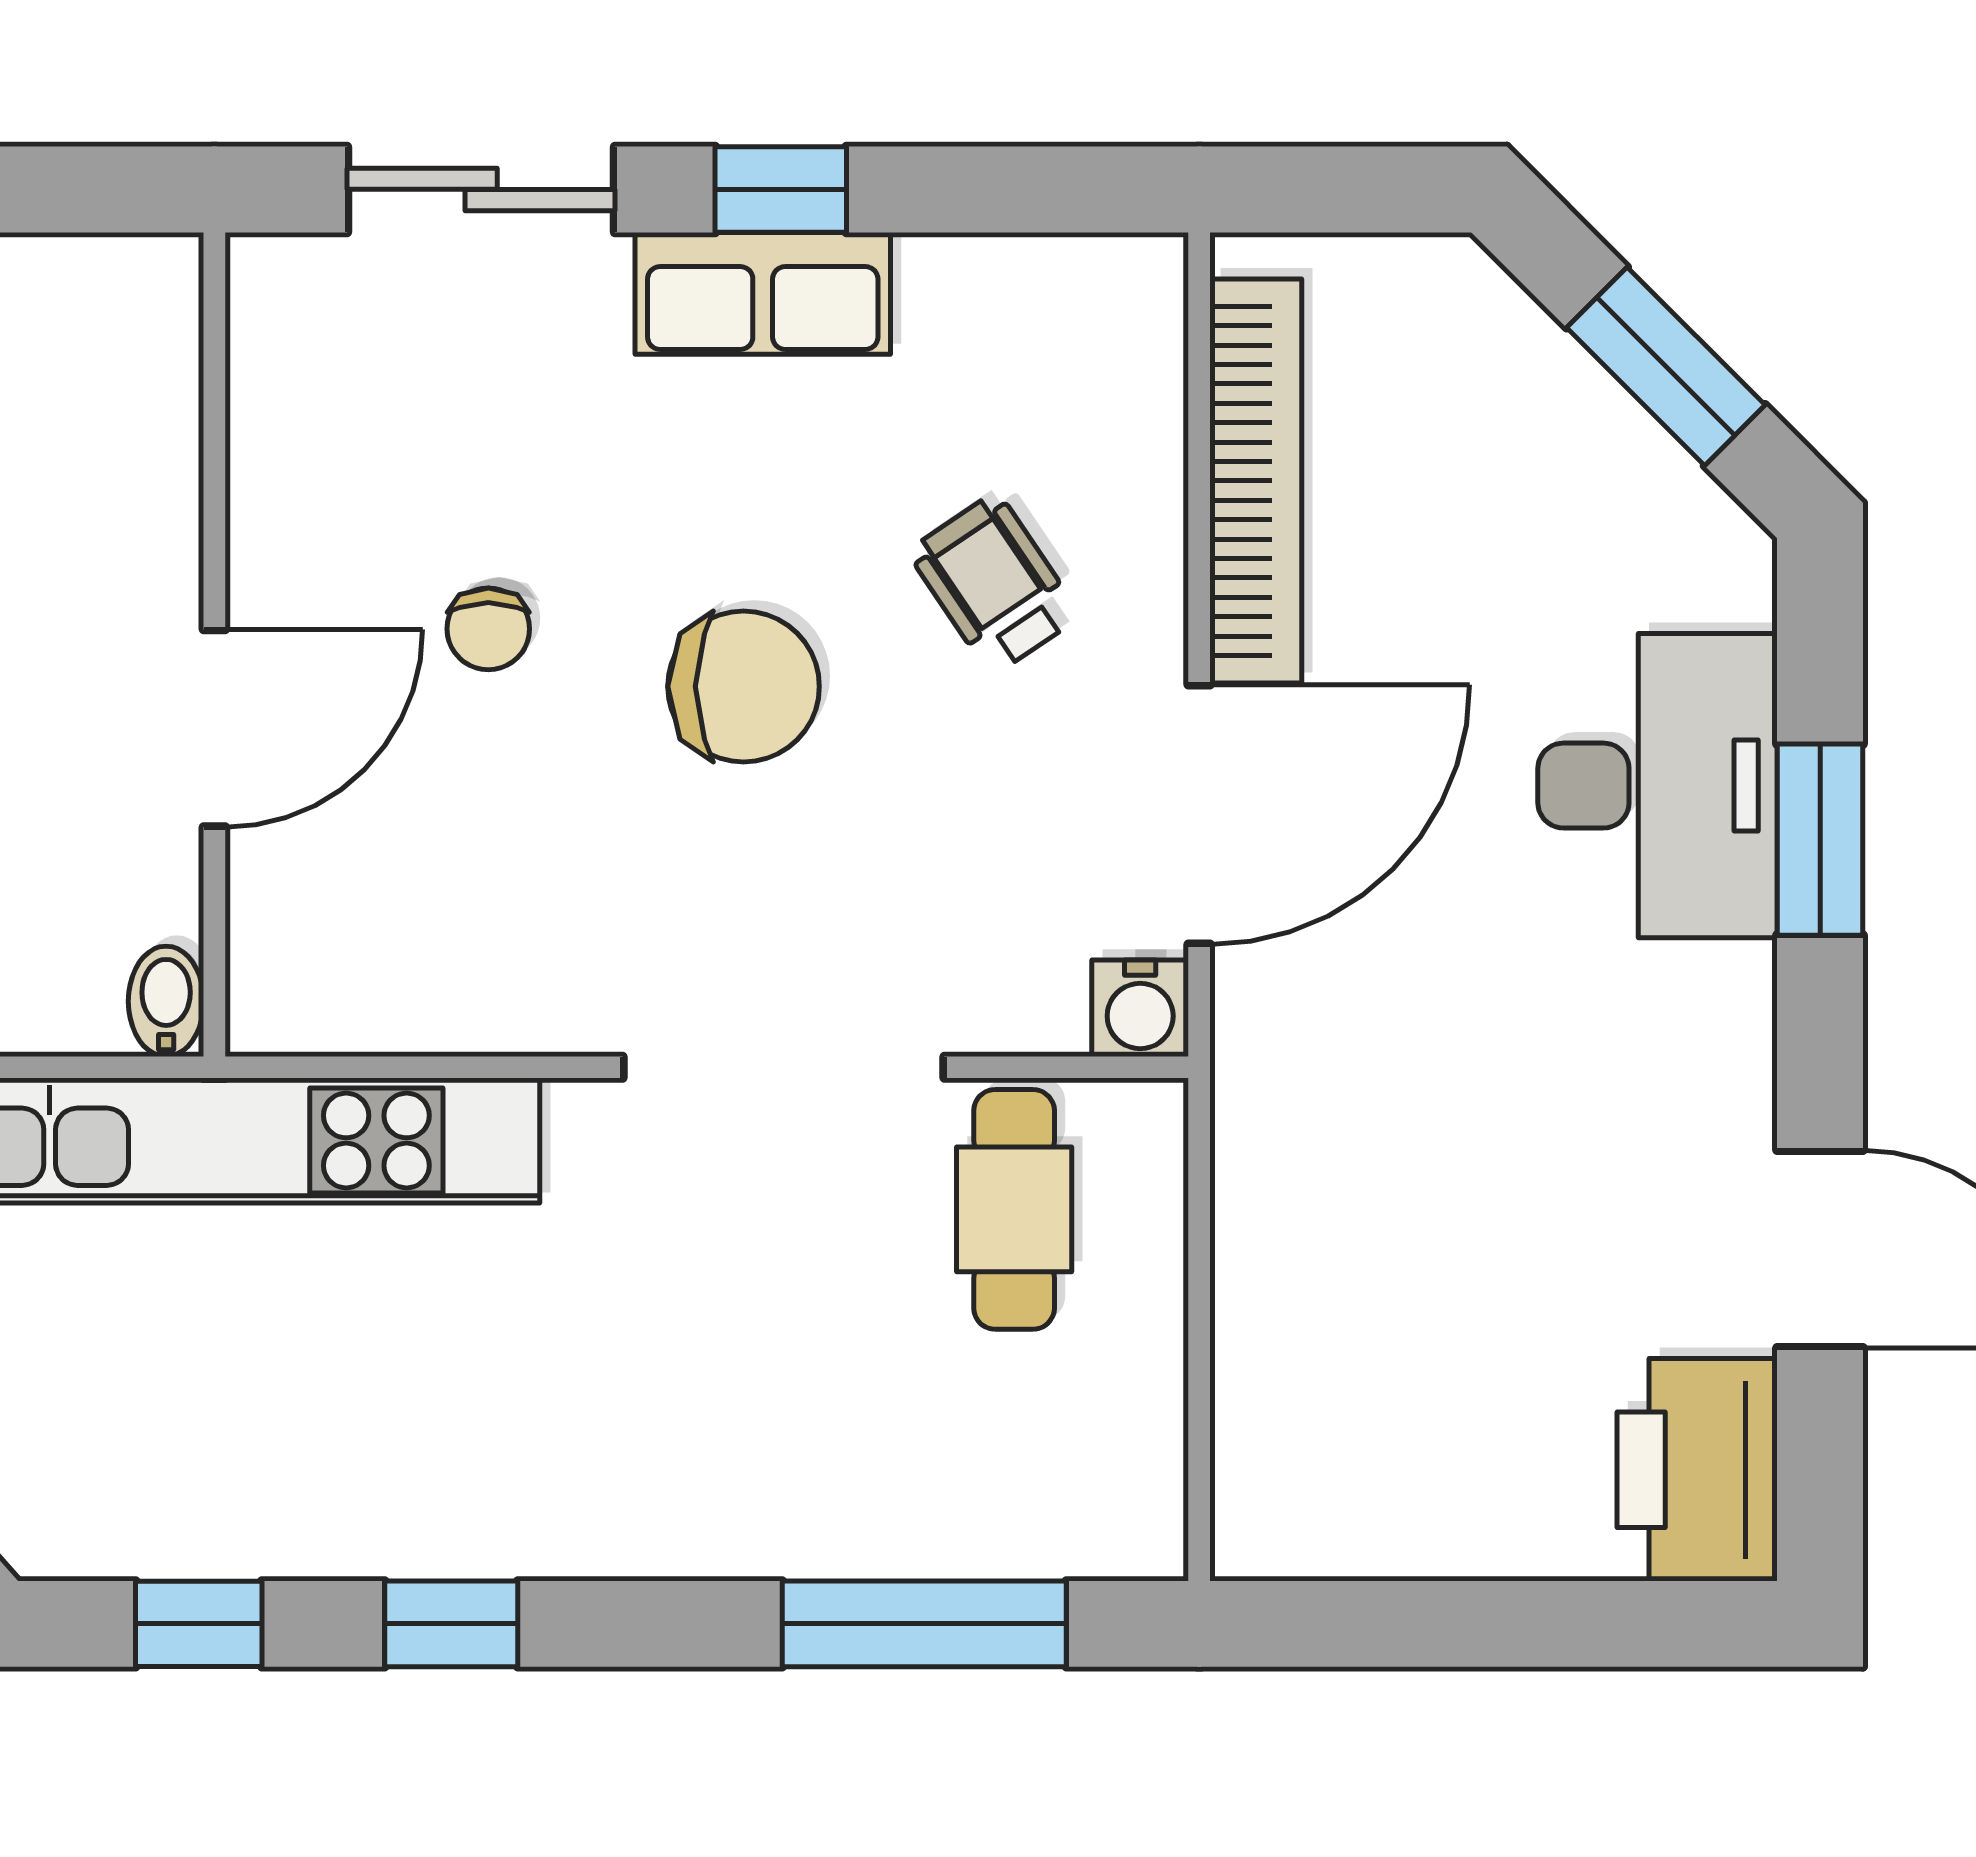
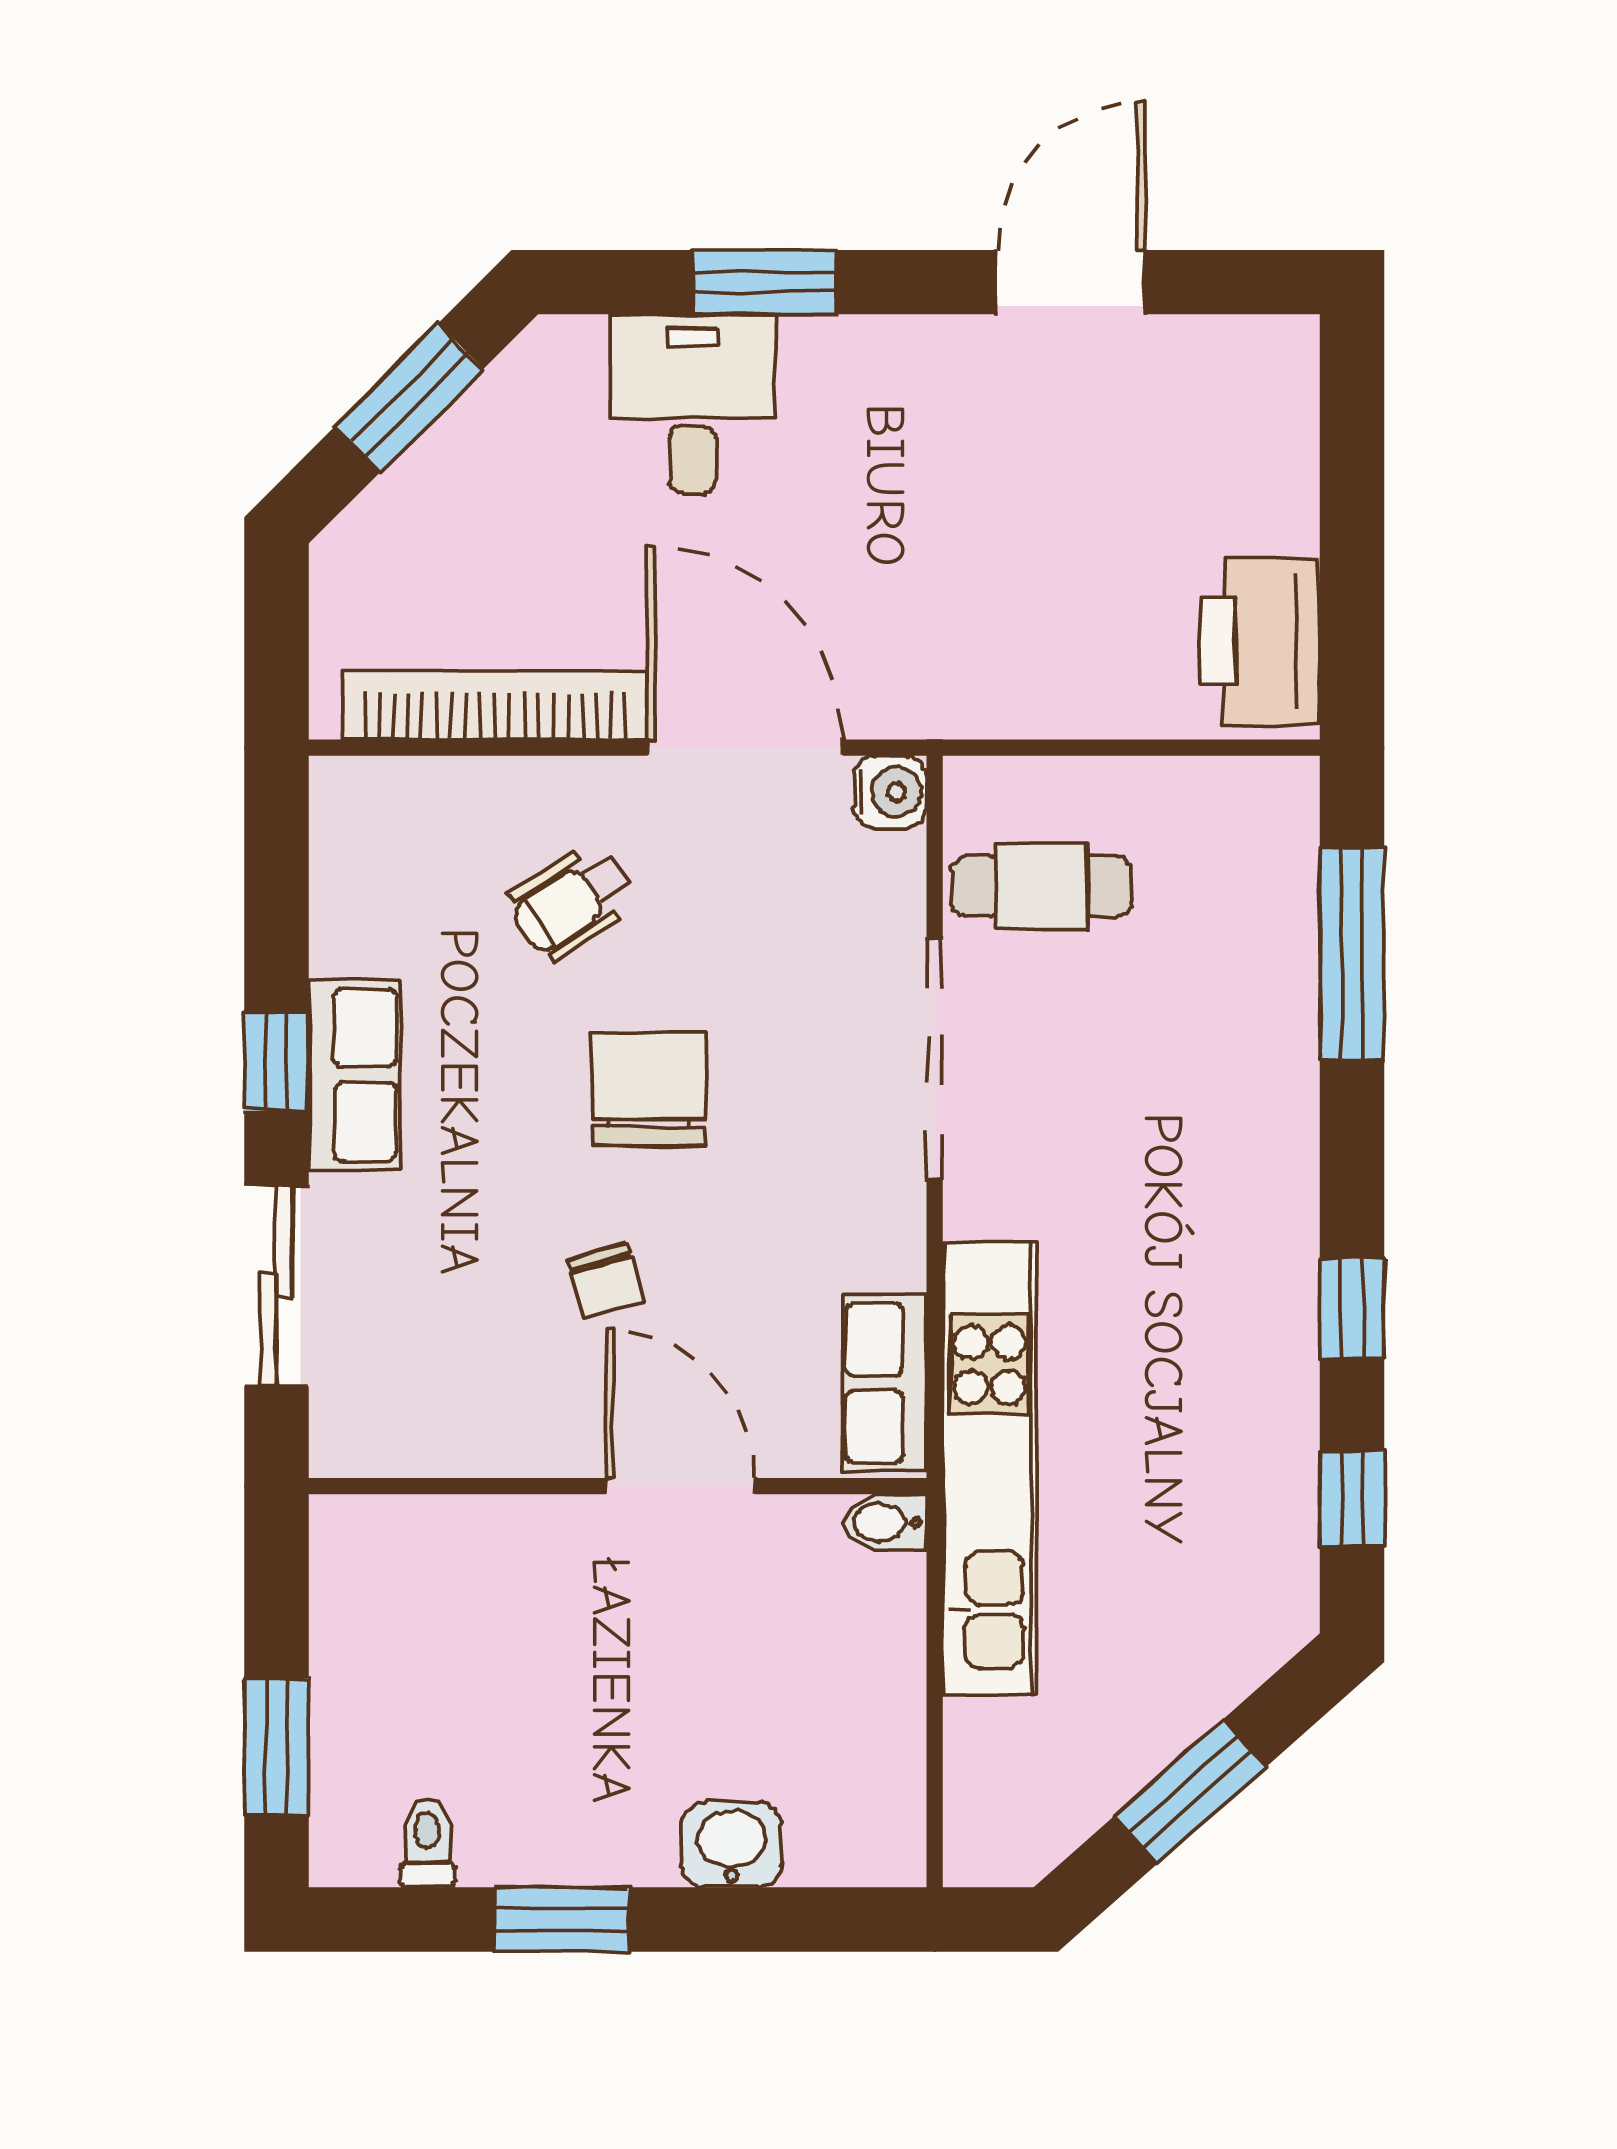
chair: (488, 629) -> (606, 1281), turned 73
desk: (1658, 786) -> (692, 404), width x0.73
row of seats: (351, 1000) -> (884, 1383), added
printer: (1697, 1470) -> (1260, 641), moved, turned 90

